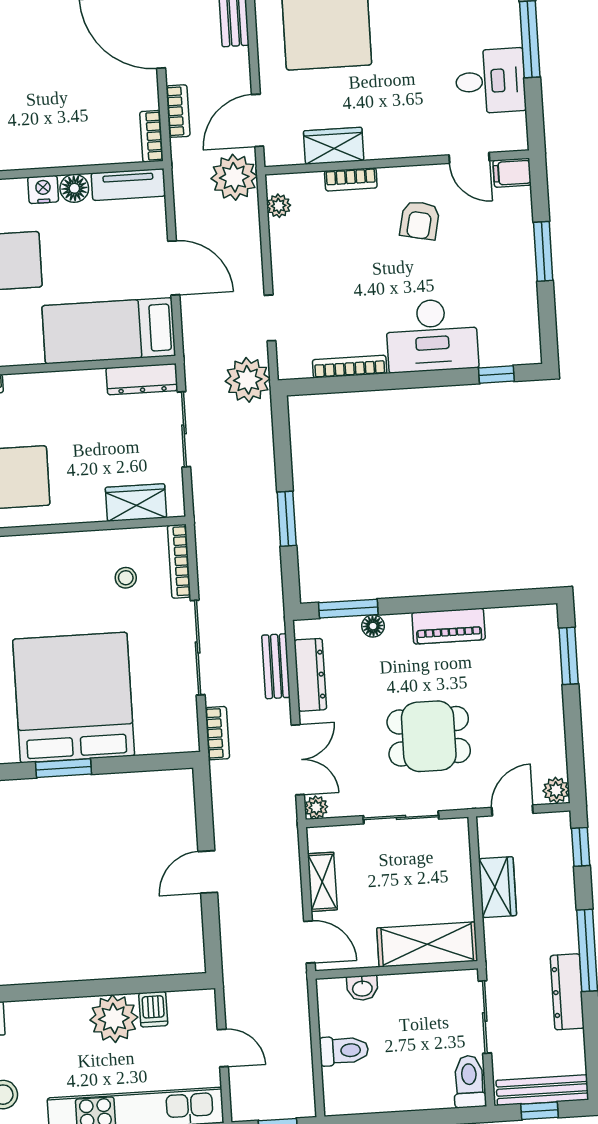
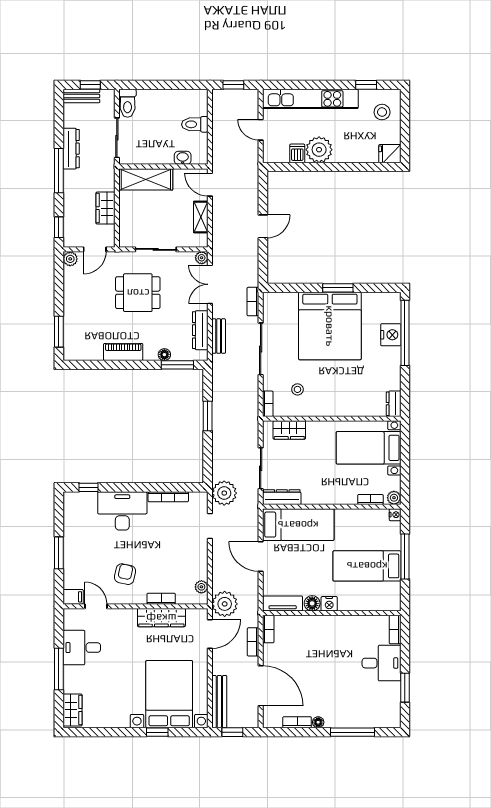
wardrobe: (334, 146) -> (161, 618), width x1.50
bookcase: (179, 561) -> (268, 404), width x0.64
bench: (542, 1090) -> (81, 96), width x0.73

